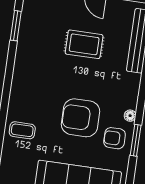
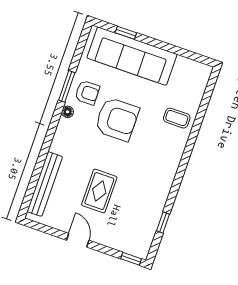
window: (16, 26) -> (163, 222), width x0.67
rug: (84, 44) -> (99, 191), turned 90

